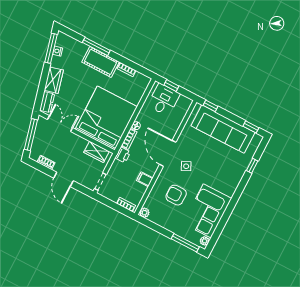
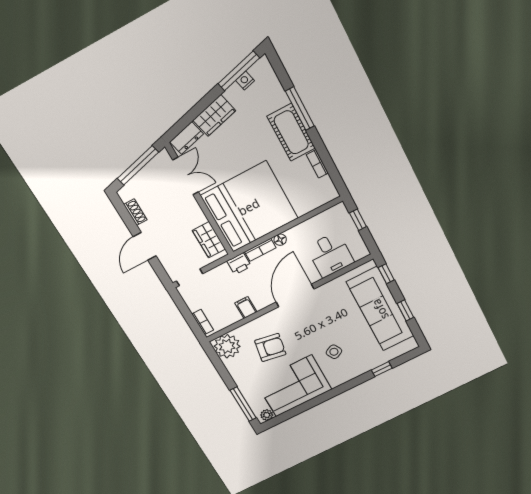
desk: (164, 100) -> (330, 255), moved, turned 90
window: (251, 127) -> (405, 310), moved
side table: (186, 166) -> (334, 352), moved
armchair: (176, 195) -> (270, 347), turned 100
plant: (144, 213) -> (227, 346), width x1.88, depth x1.88

